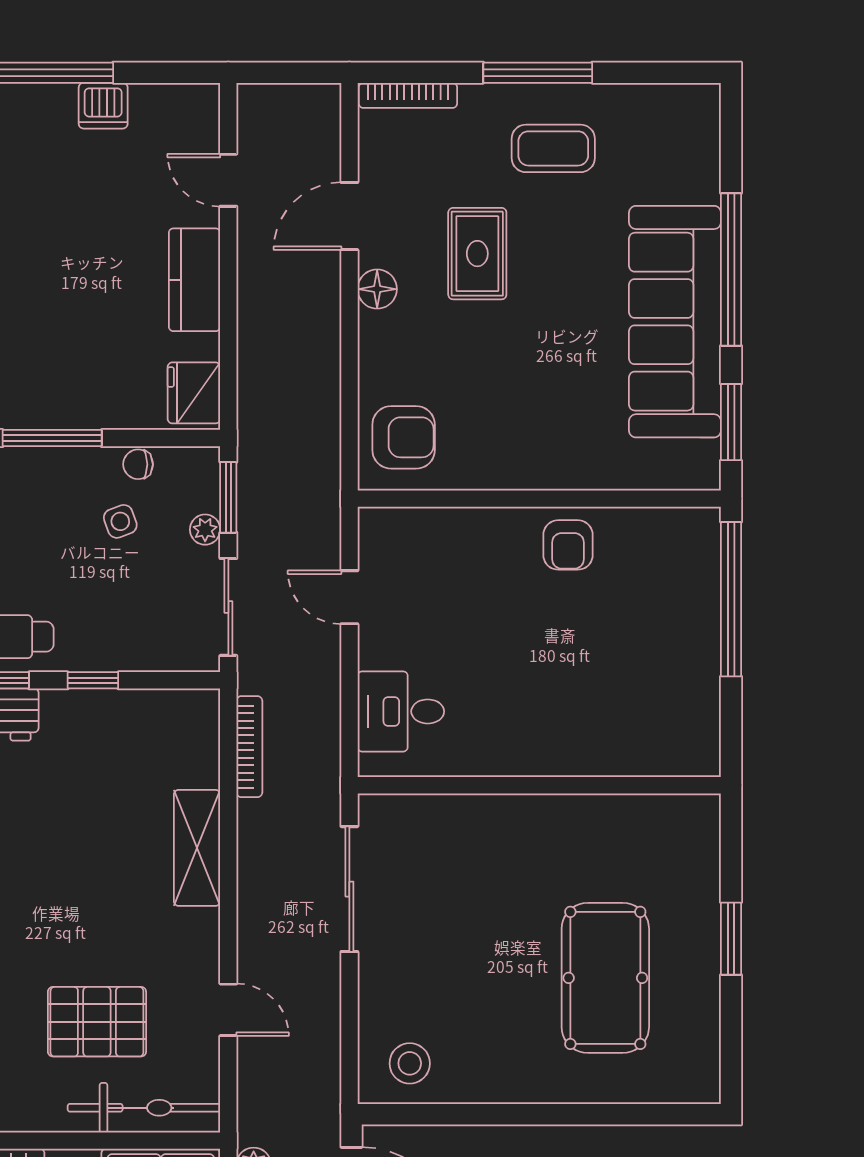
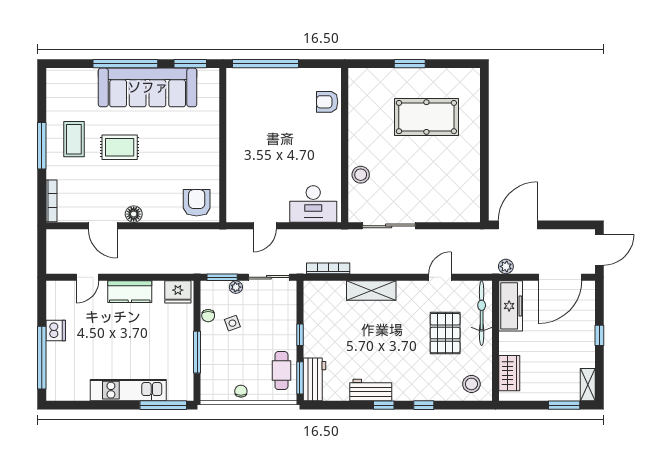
rug: (477, 254) -> (120, 147), moved
armchair: (568, 545) -> (327, 102), moved, turned 180
desk: (401, 711) -> (313, 204), width x1.37
stool: (410, 1063) -> (361, 175), moved

